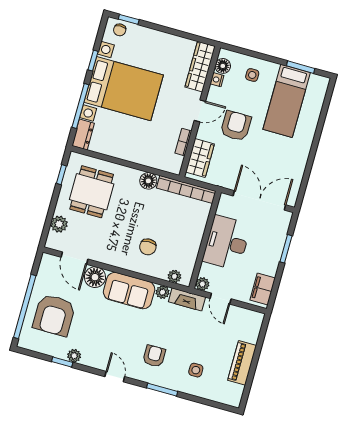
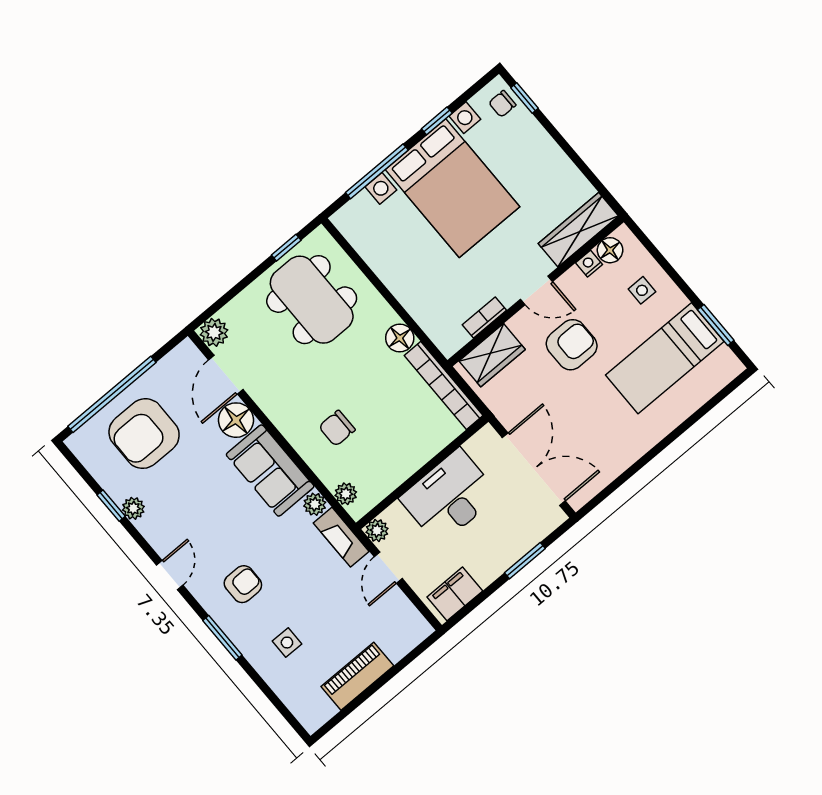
dresser: (83, 135) -> (354, 213), removed
dining table: (92, 192) -> (312, 300), width x1.38
plant: (59, 224) -> (214, 332), moved

